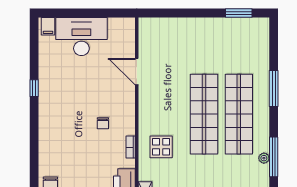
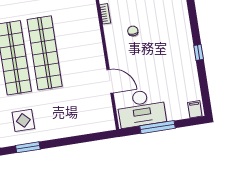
window: (92, 13) -> (158, 127), added
desk: (81, 36) -> (141, 108), moved
display table: (161, 147) -> (23, 120), moved

